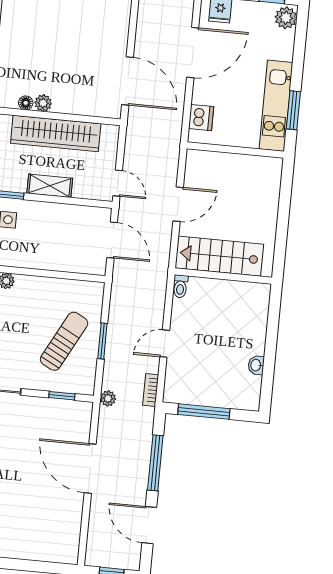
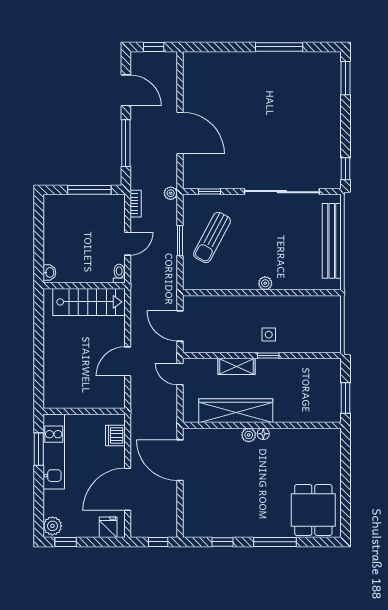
stairs: (219, 256) -> (89, 302), moved
wall: (223, 276) -> (84, 286), moved
toilet: (180, 286) -> (119, 274), moved
washbasin: (256, 365) -> (49, 272), moved

